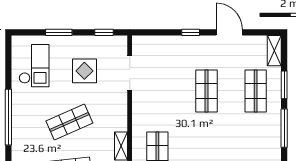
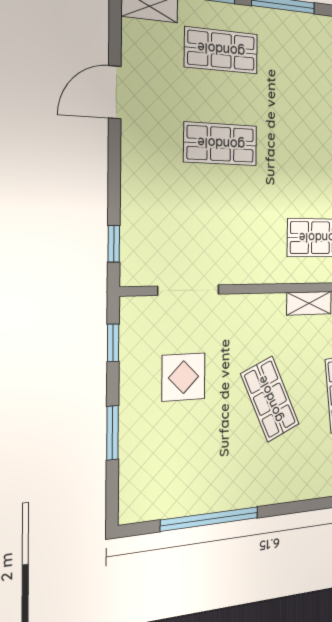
window: (191, 32) -> (114, 244), moved
checkout: (34, 66) -> (173, 475), removed
window: (8, 117) -> (210, 519), moved

